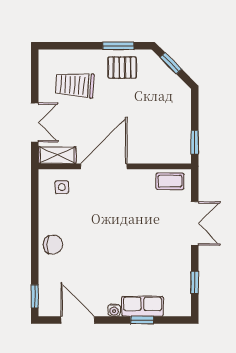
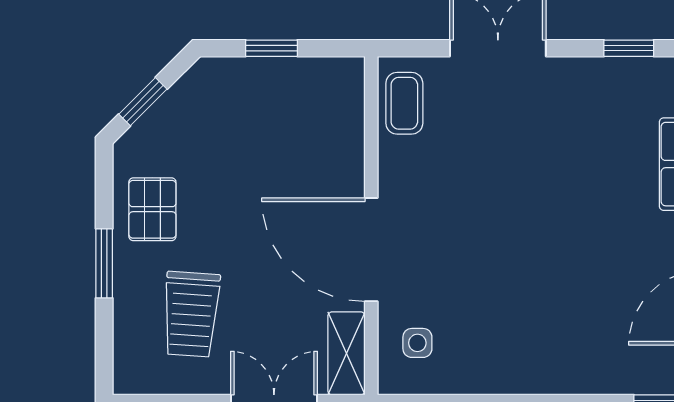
window: (118, 46) -> (104, 263), moved
window: (195, 142) -> (271, 48), moved
chair: (53, 245) -> (545, 363), removed

